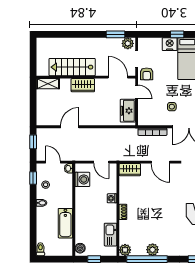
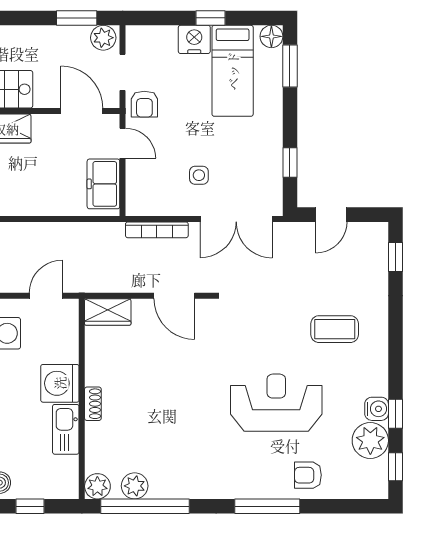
door: (101, 162) -> (46, 296), swing flipped
washing machine: (112, 198) -> (60, 383), width x1.89, depth x1.89
kitchen sink: (110, 235) -> (66, 429), moved
plant: (153, 250) -> (135, 486), moved

